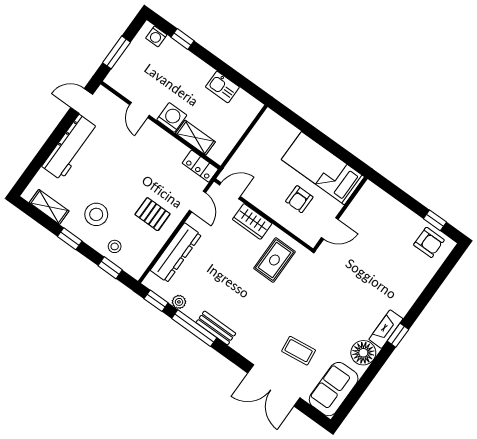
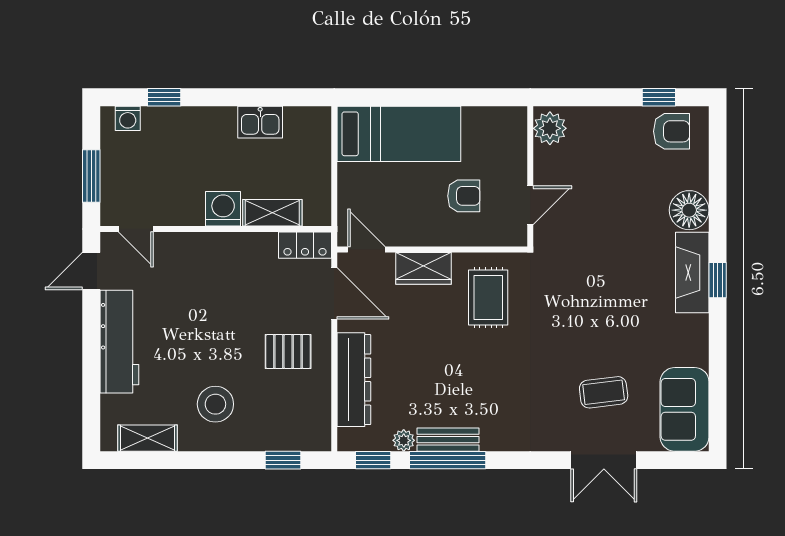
door: (139, 110) -> (136, 229), moved
bed: (323, 168) -> (399, 134), moved, turned 180
door: (230, 191) -> (366, 249), hinge flipped
plant: (368, 196) -> (550, 128), added
armchair: (299, 199) -> (464, 196), turned -90
door: (197, 201) -> (334, 293), width x1.38
window: (70, 239) -> (204, 460), removed
stool: (115, 246) -> (269, 429), removed
bench: (216, 328) -> (448, 440), moved
fireplace: (386, 329) -> (692, 273), width x1.37, depth x1.32
floor lamp: (363, 353) -> (689, 210), moved
double door: (274, 385) -> (604, 460), width x0.73

